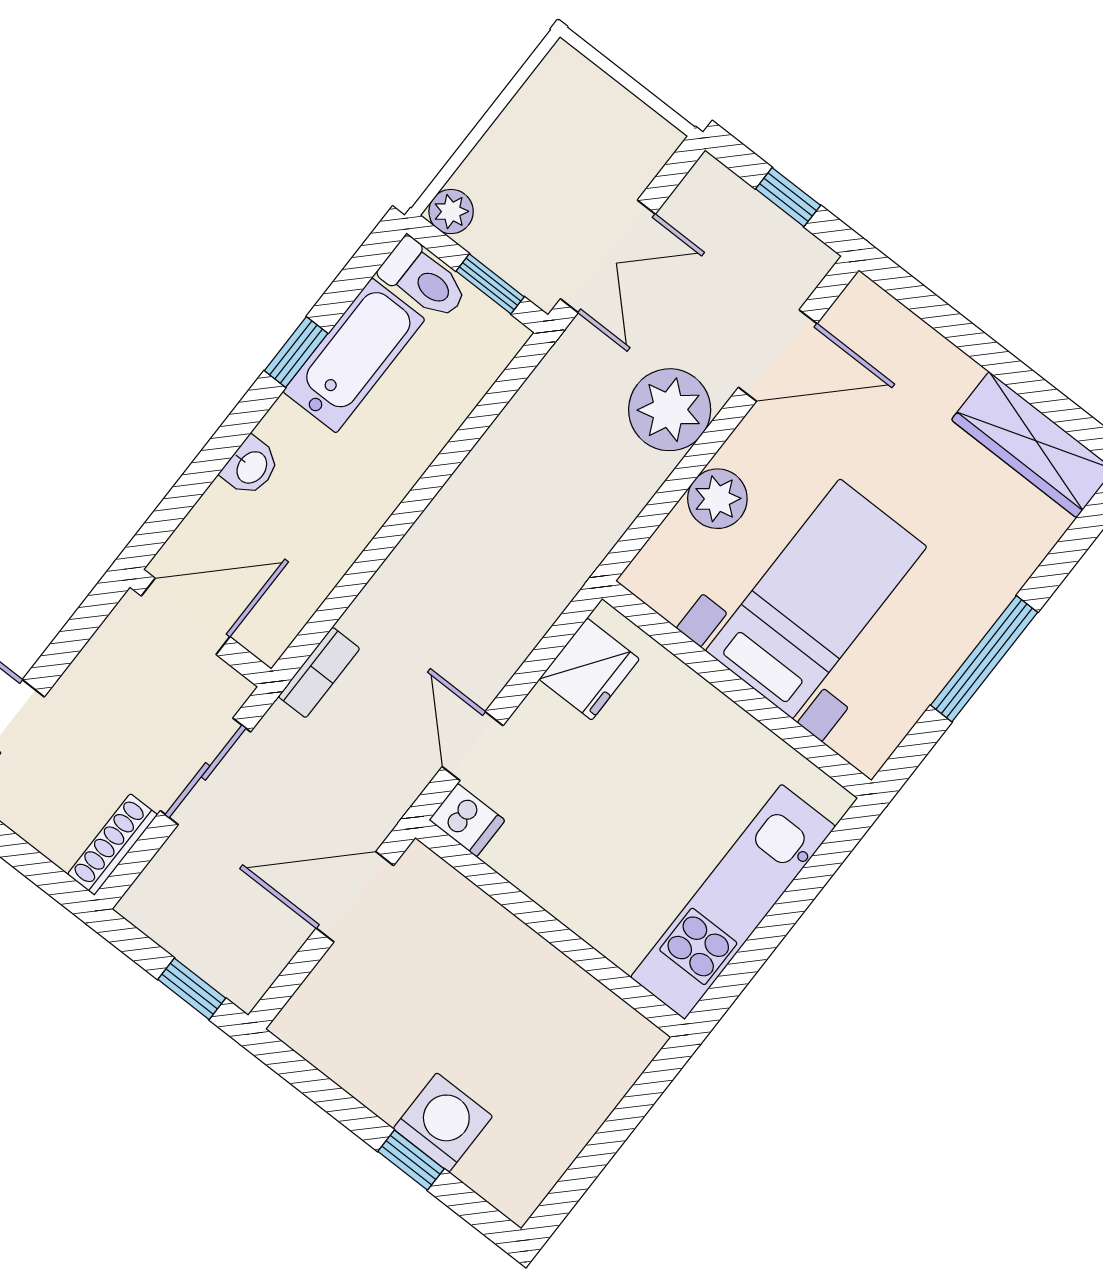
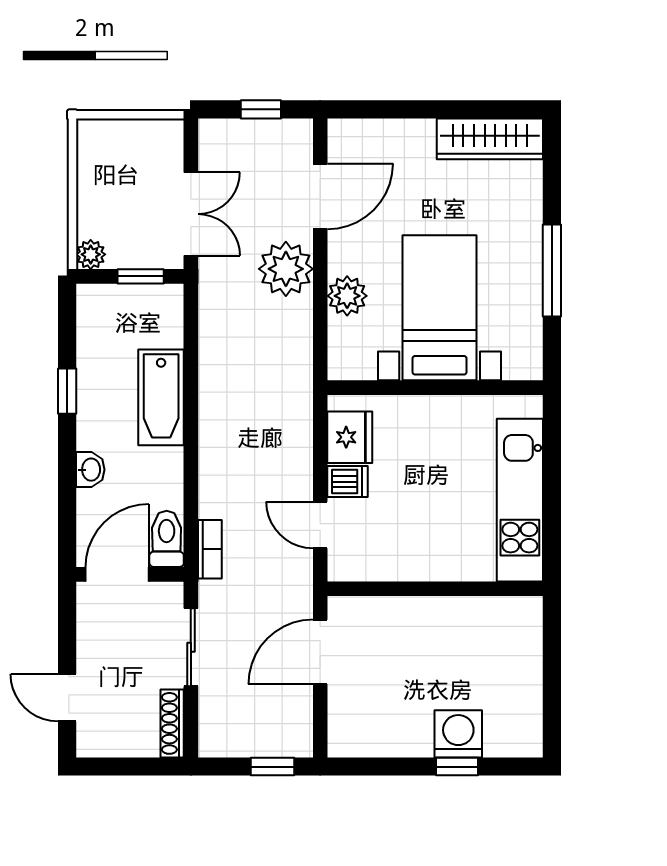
toilet: (424, 280) -> (167, 539), moved, turned -90
bathtub: (354, 355) -> (161, 397), moved, turned 180
dishwasher: (467, 820) -> (347, 482), moved

